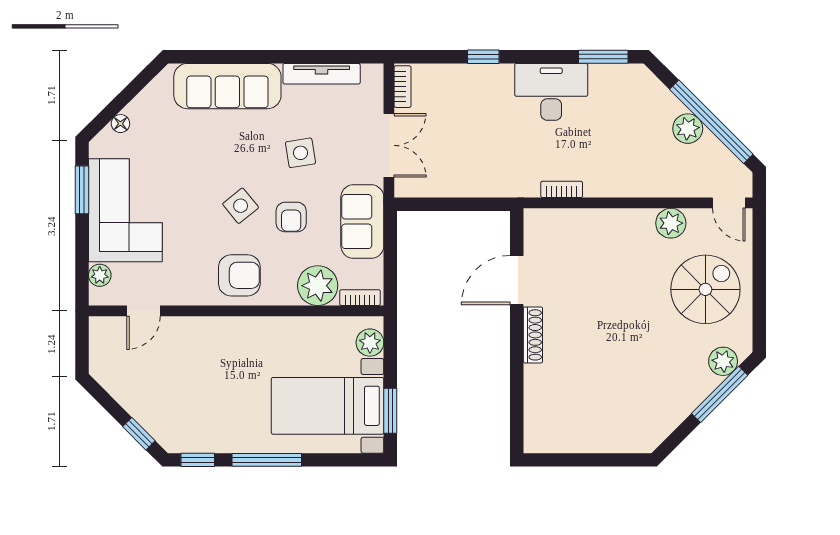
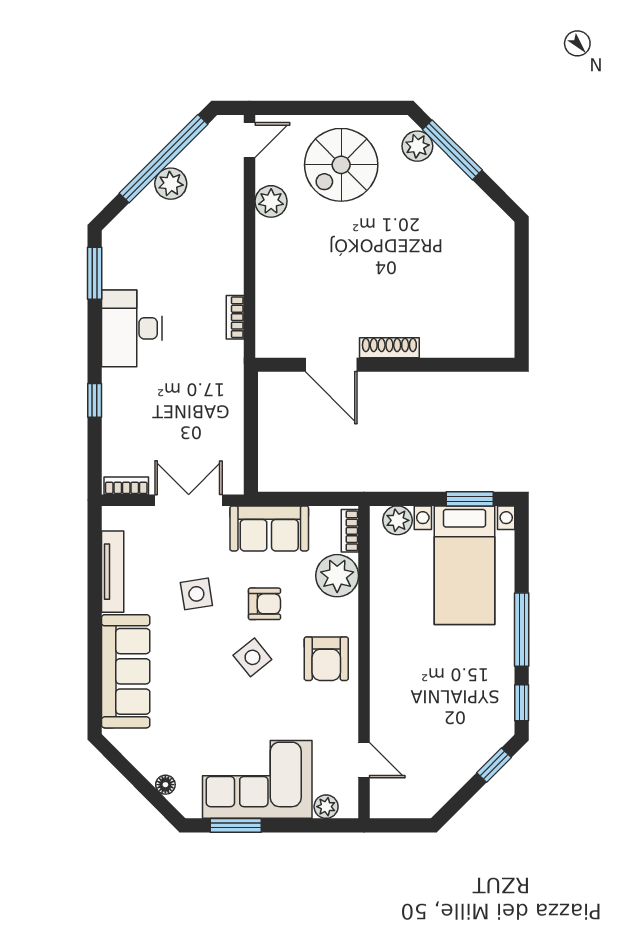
armchair: (239, 275) -> (326, 659), turned 180
spiral stairs: (705, 289) -> (341, 165), turned -90

